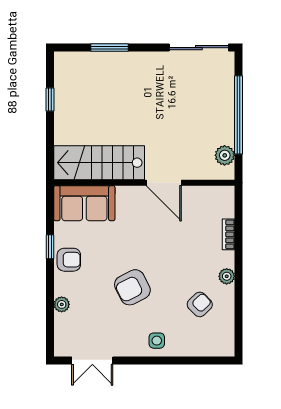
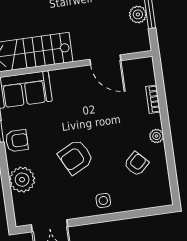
plant: (225, 155) -> (138, 14), moved
door: (164, 183) -> (105, 60), moved
plant: (62, 304) -> (22, 180), width x1.87, depth x1.87

